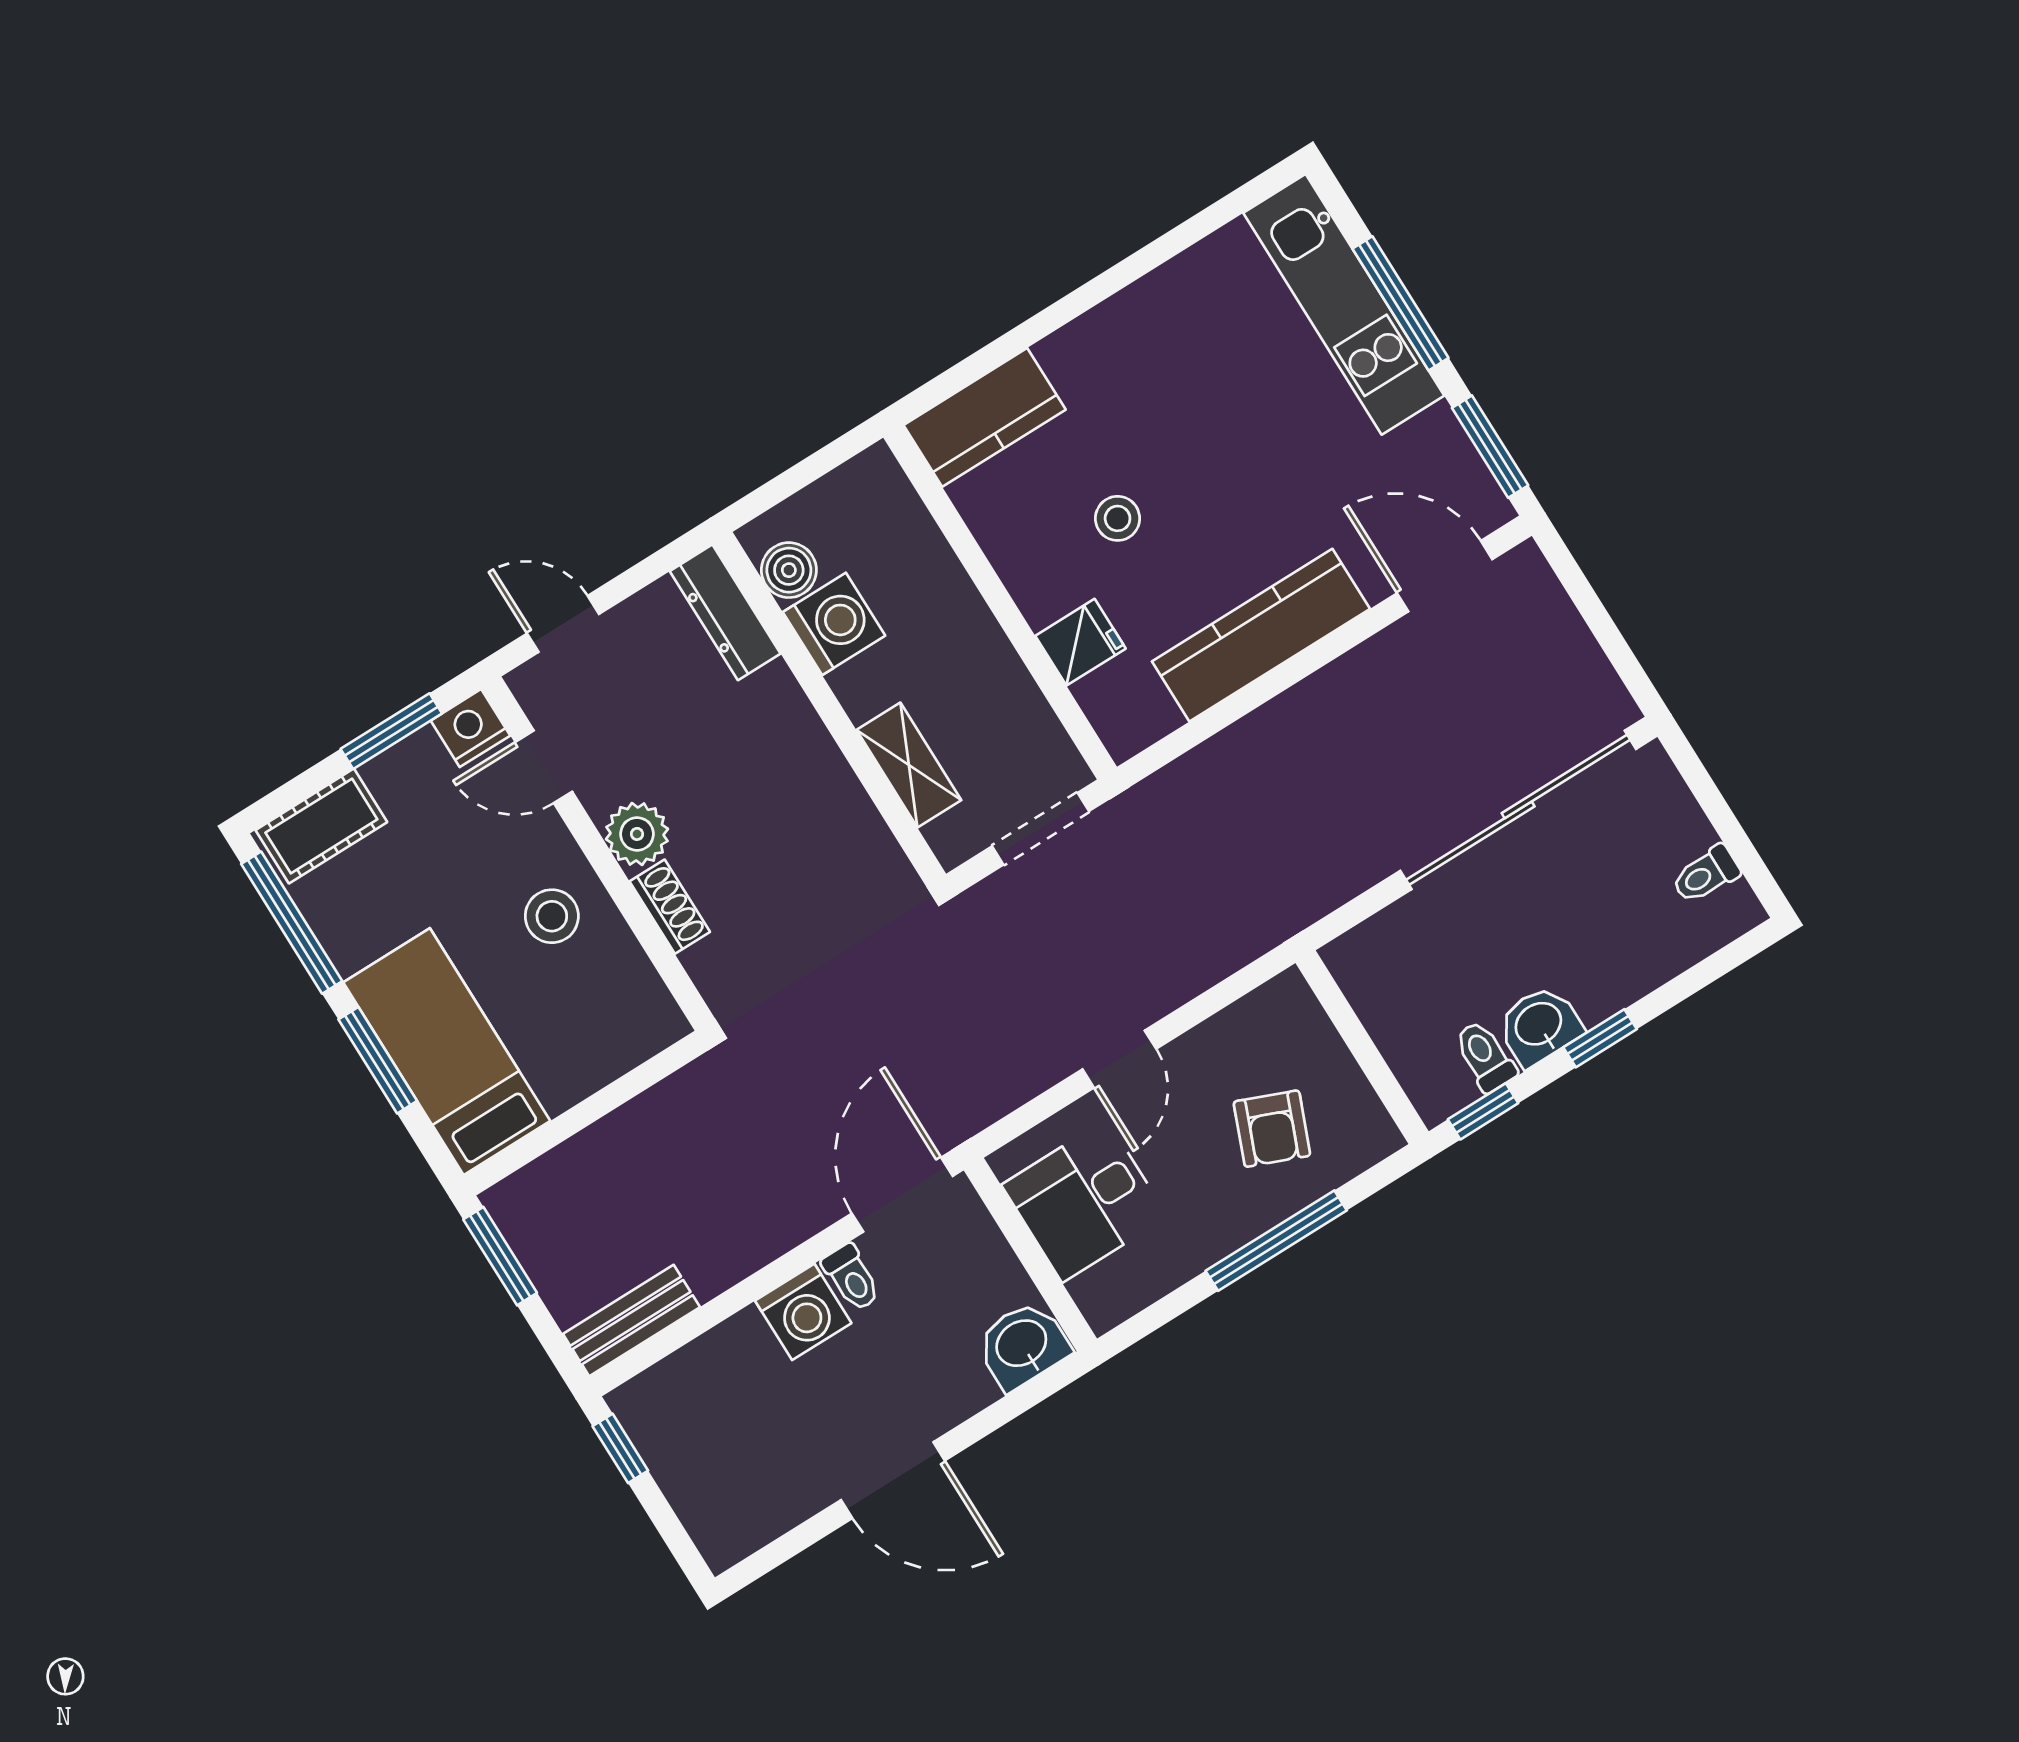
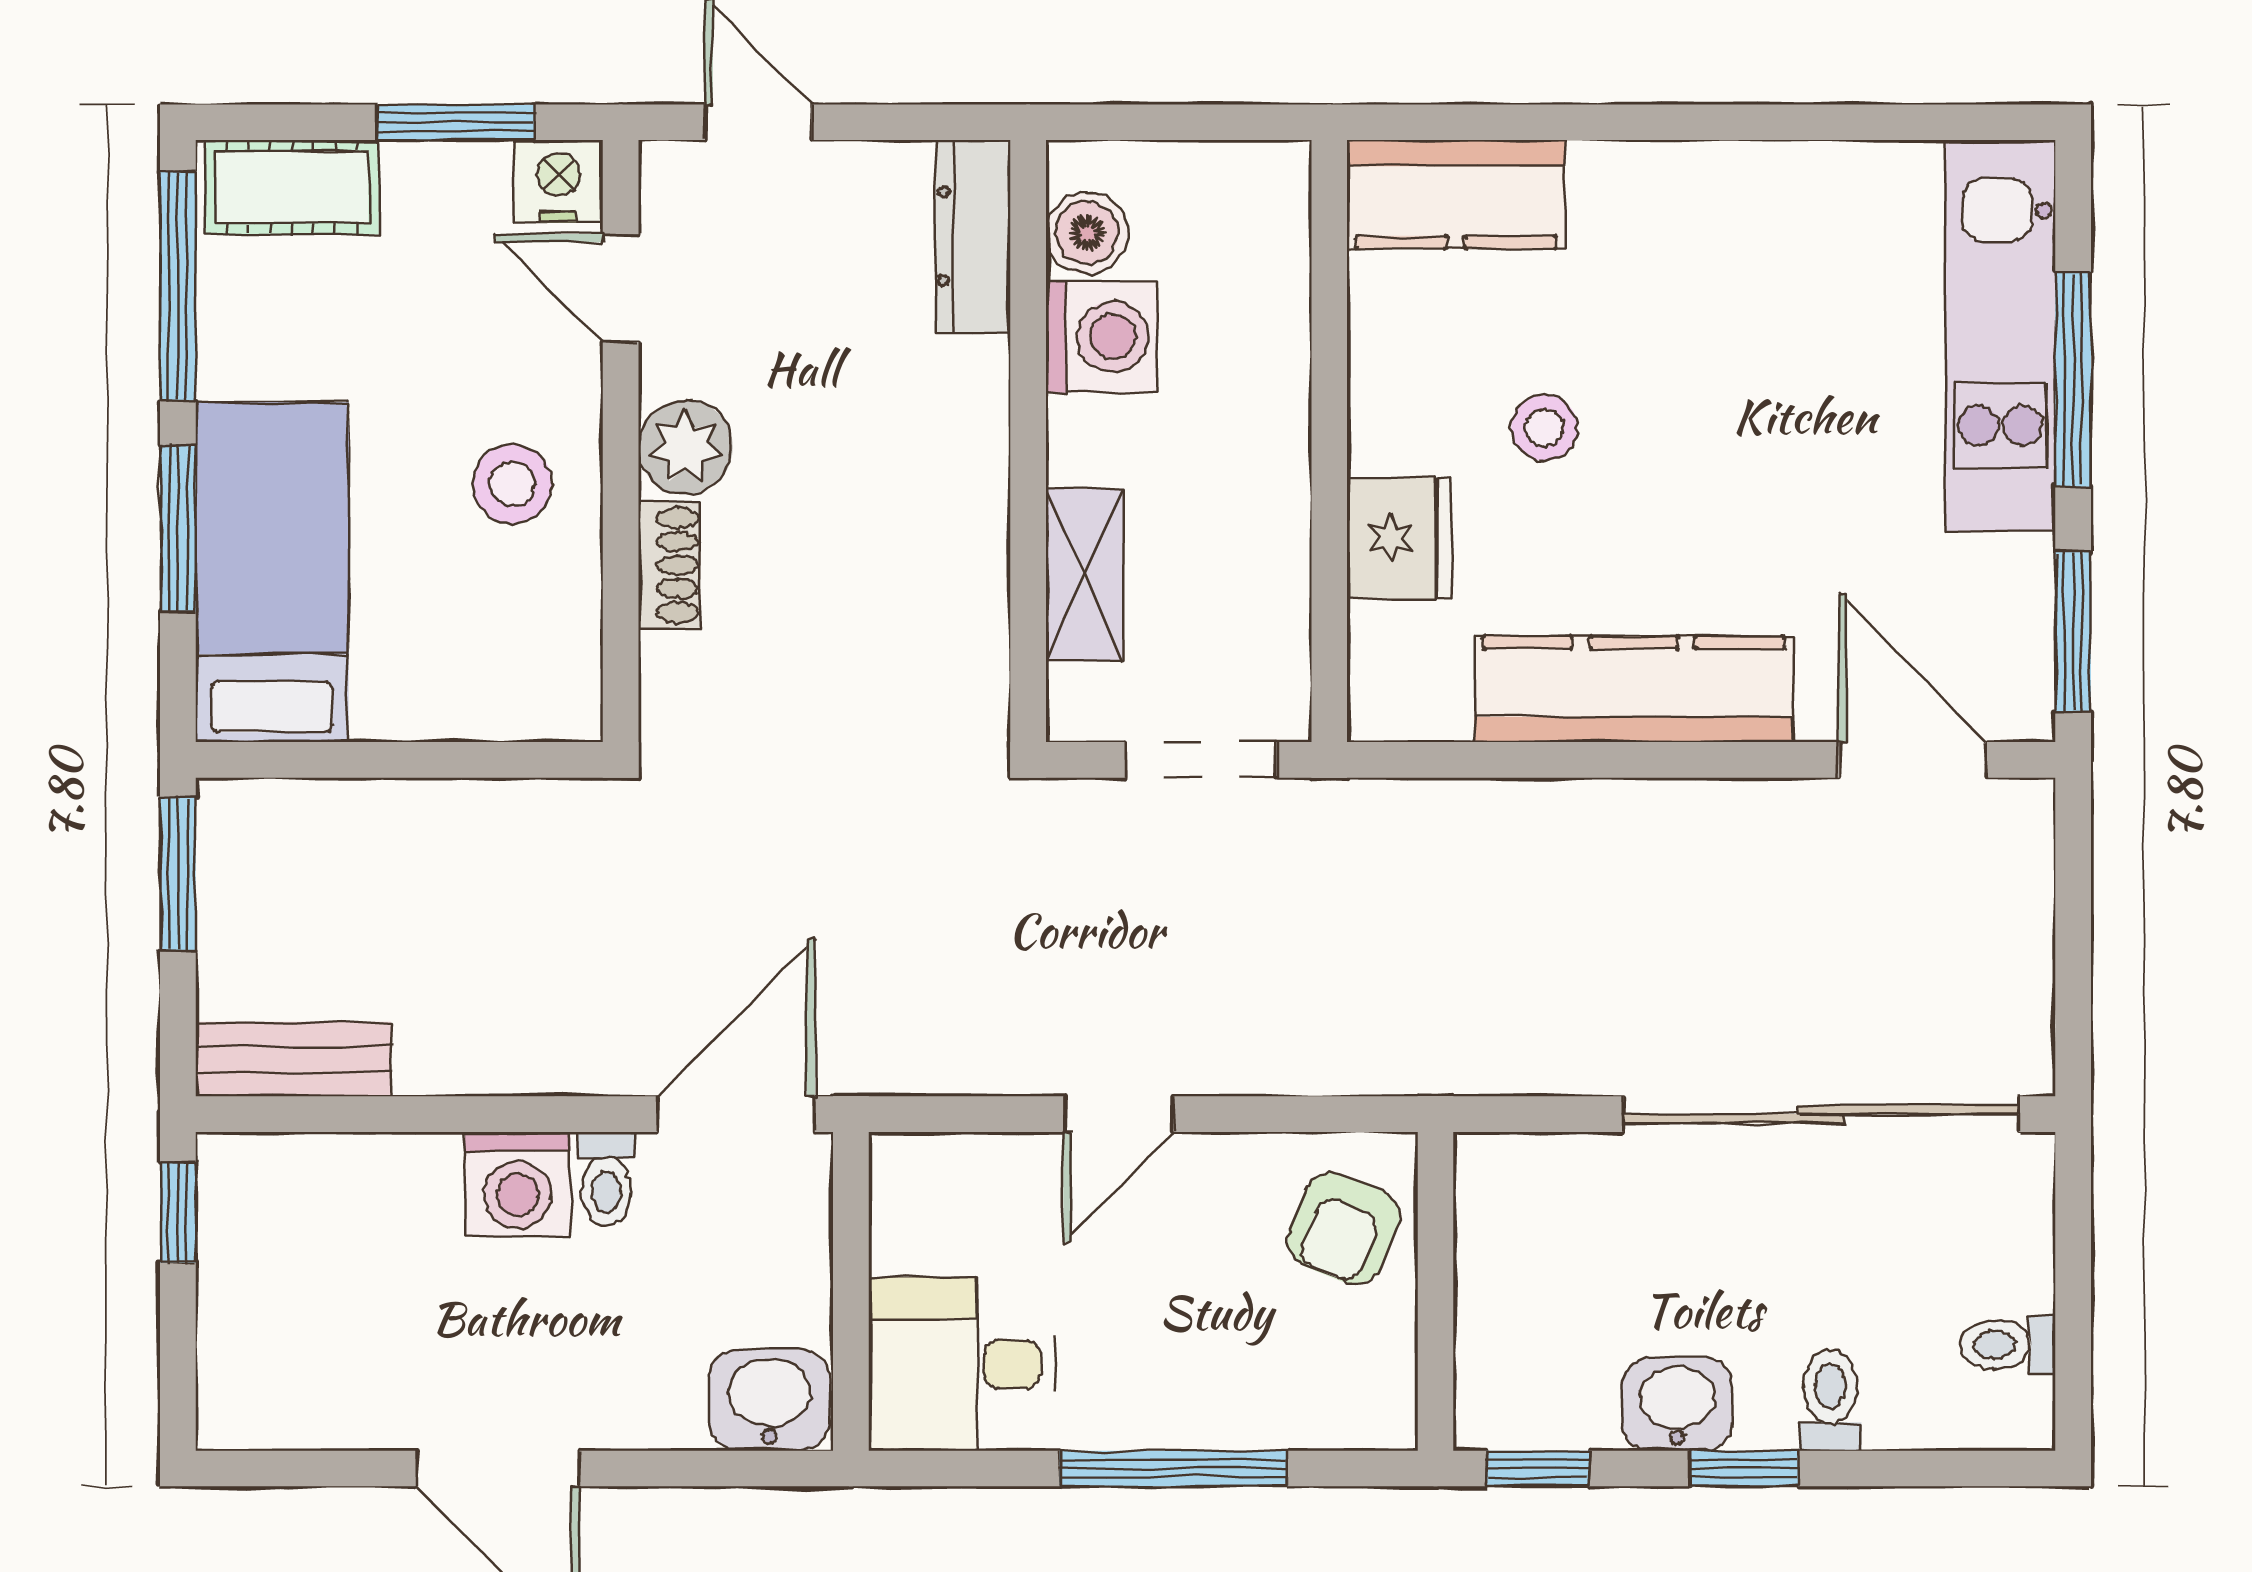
fridge: (1080, 642) -> (1399, 538), width x1.38
toilet: (1485, 1056) -> (1830, 1400), moved
armchair: (1272, 1129) -> (1343, 1228), moved
desk: (1084, 1201) -> (962, 1364), moved

